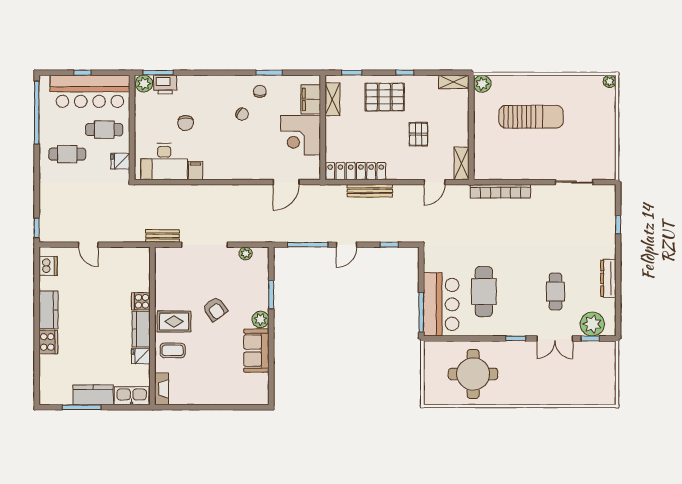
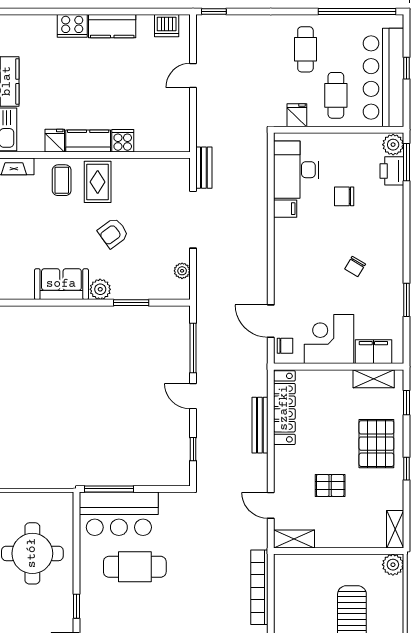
chair: (260, 91) -> (285, 346), moved

